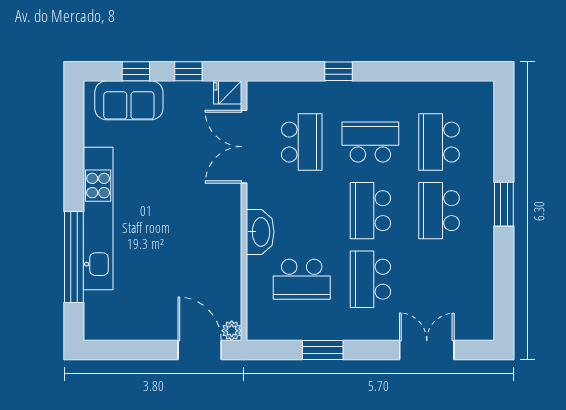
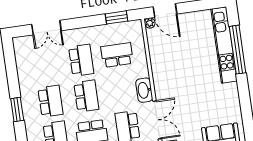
kitchen unit: (98, 218) -> (224, 45), moved
washbasin: (260, 232) -> (144, 90), moved
window: (323, 350) -> (117, 17), moved

